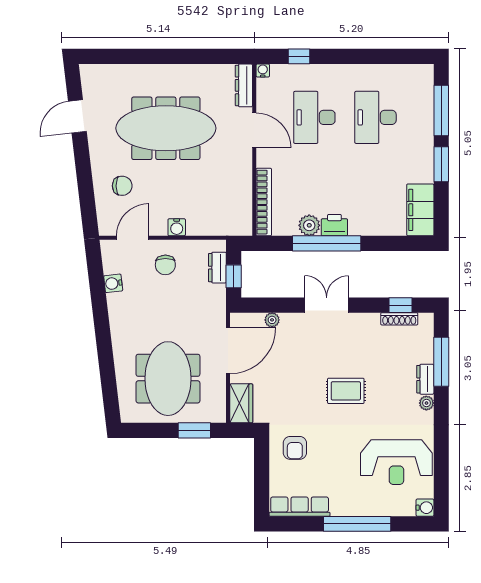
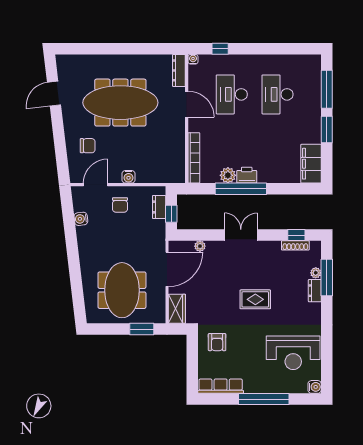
plant: (426, 403) -> (316, 273), moved

